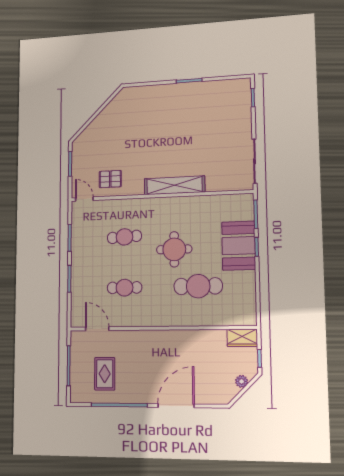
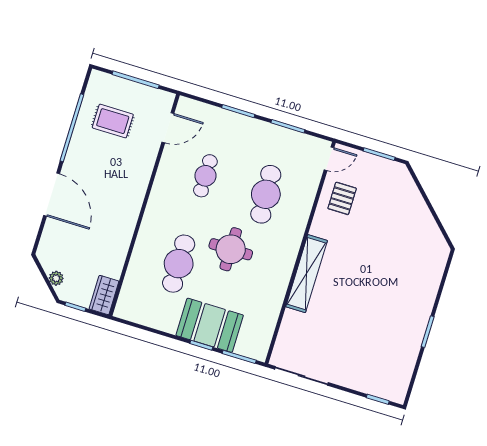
cafe table: (124, 237) -> (266, 194), width x1.37, depth x1.35

